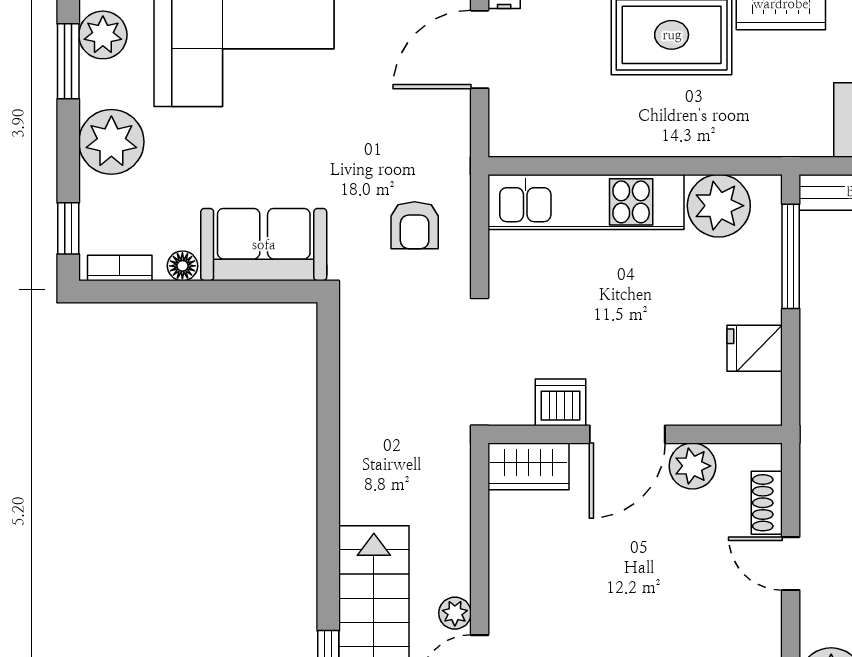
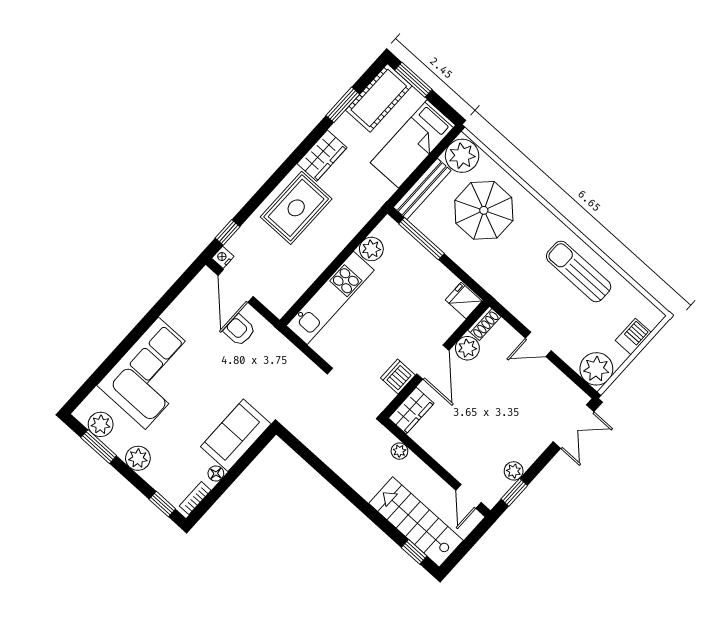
plant: (111, 142) -> (138, 458), width x0.73, depth x0.73
plant: (719, 206) -> (371, 249), width x0.73, depth x0.73
armchair: (415, 225) -> (239, 330), moved, turned 180
fridge: (755, 348) -> (464, 301), moved, turned 90
shoe rack: (767, 503) -> (484, 323), moved, turned -90
plant: (455, 613) -> (399, 451), moved

